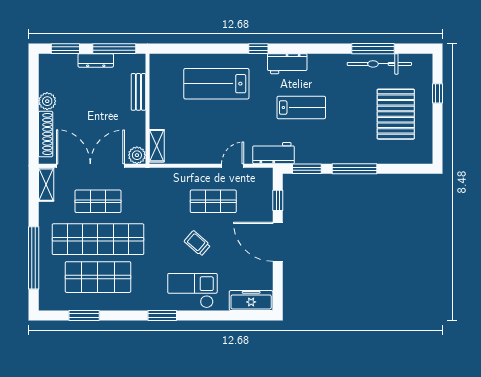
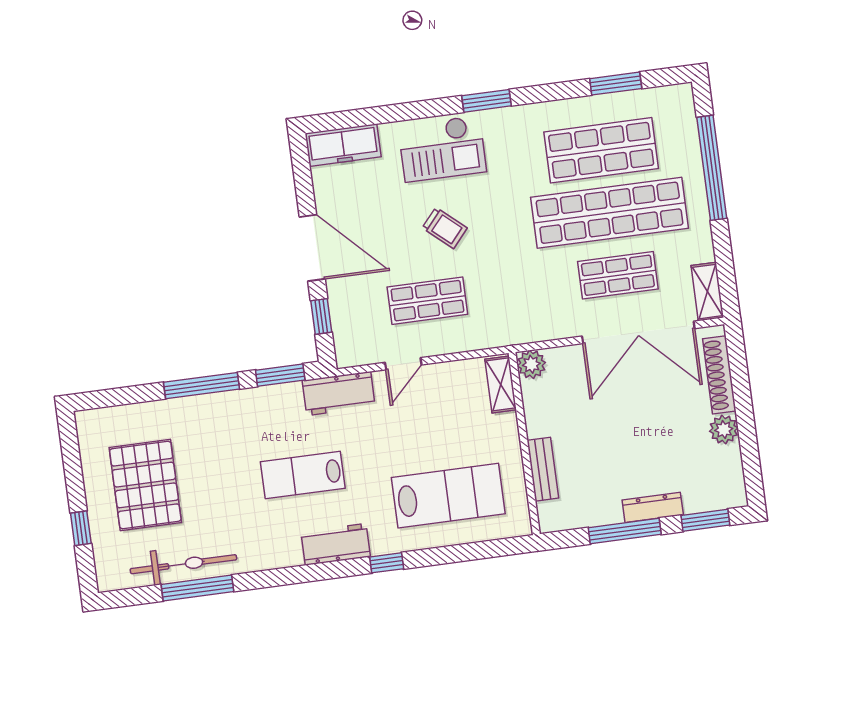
bench: (138, 92) -> (543, 469), moved
wall: (147, 109) -> (524, 444), moved
shelving: (157, 146) -> (501, 384), moved
plant: (137, 155) -> (531, 364), moved

